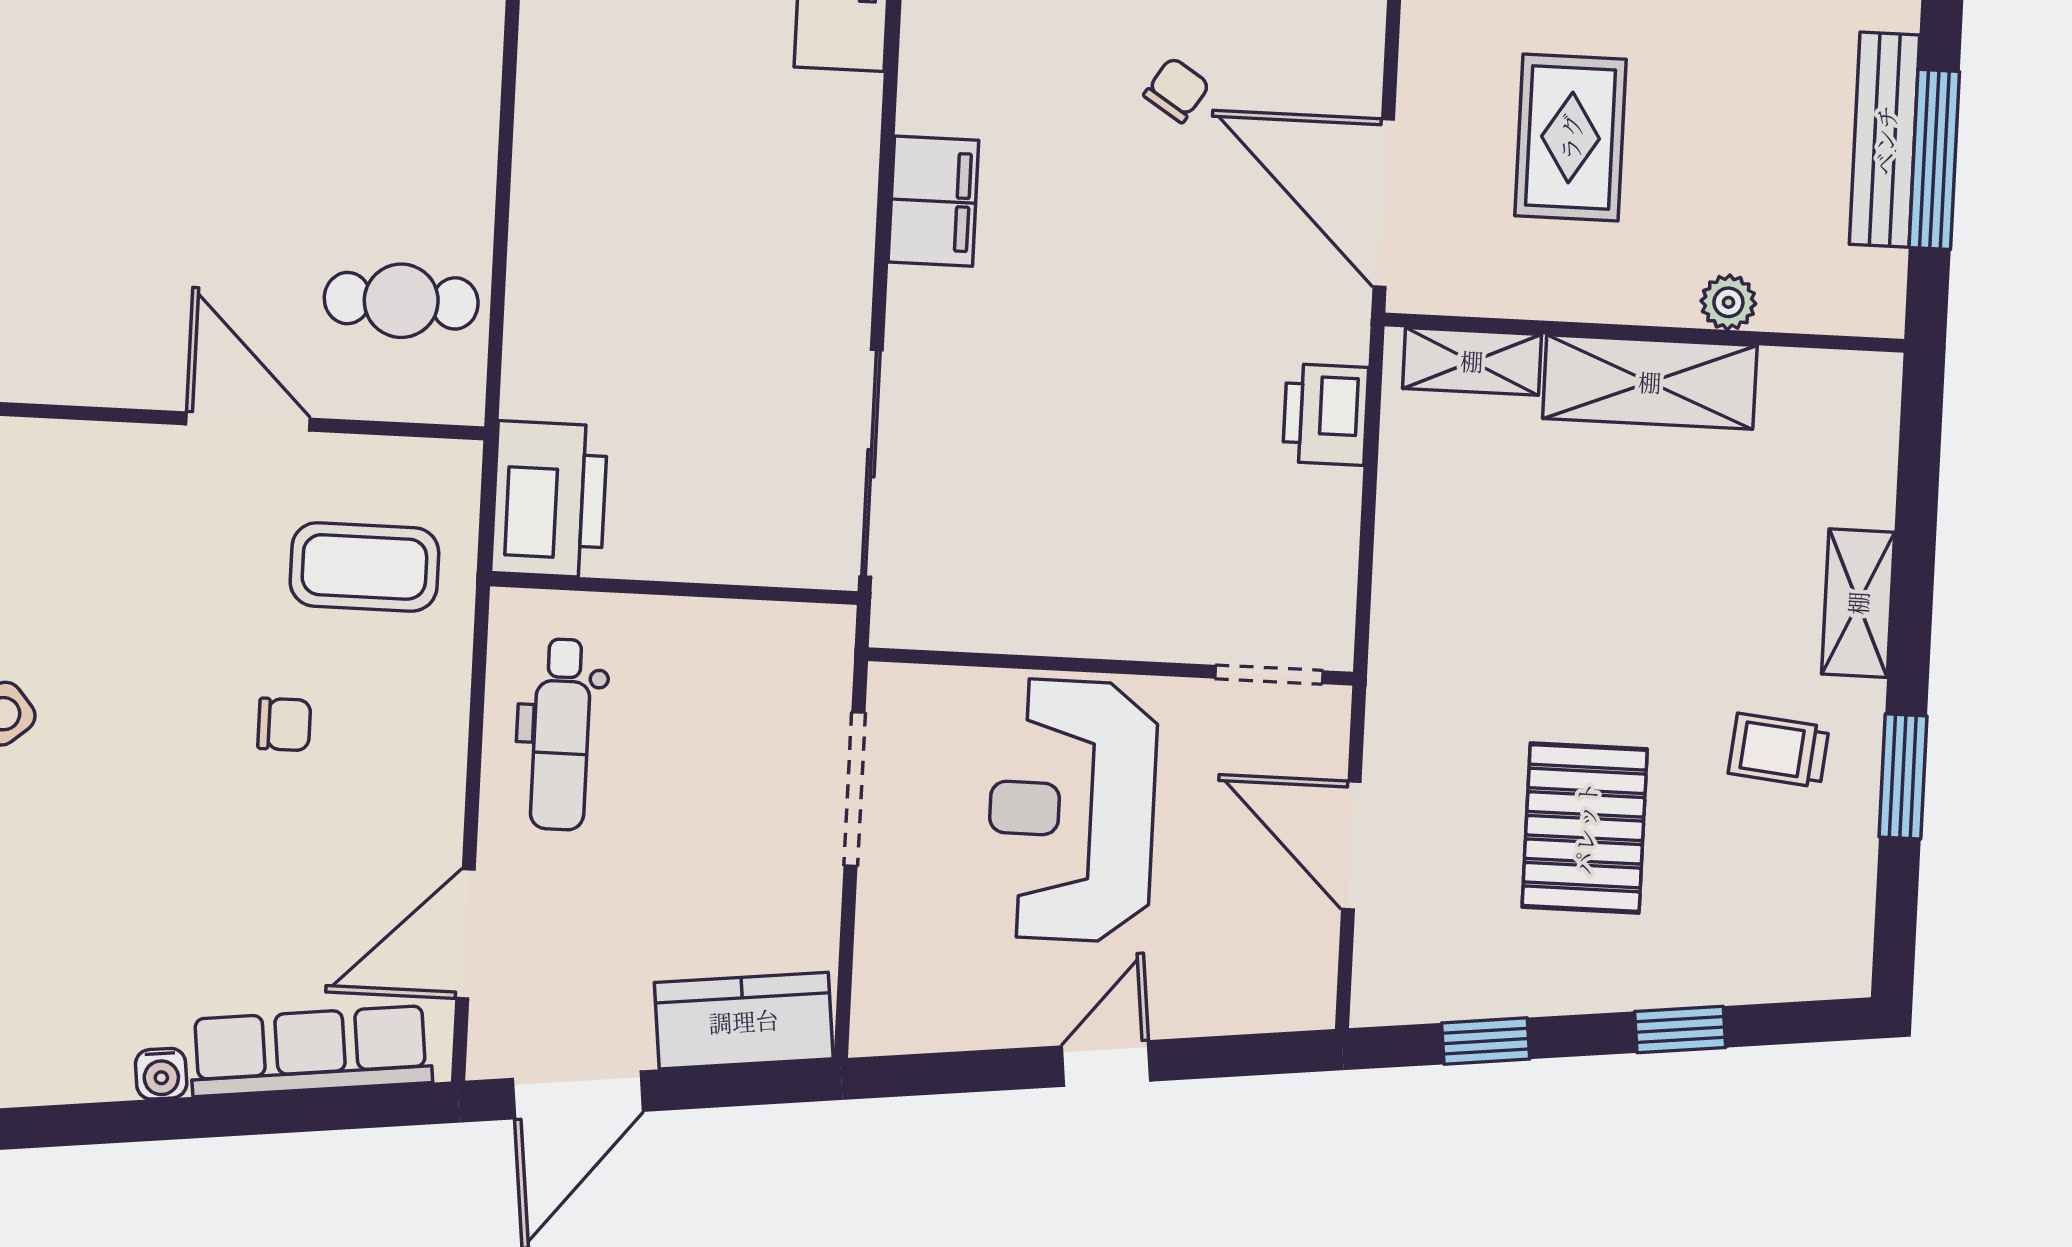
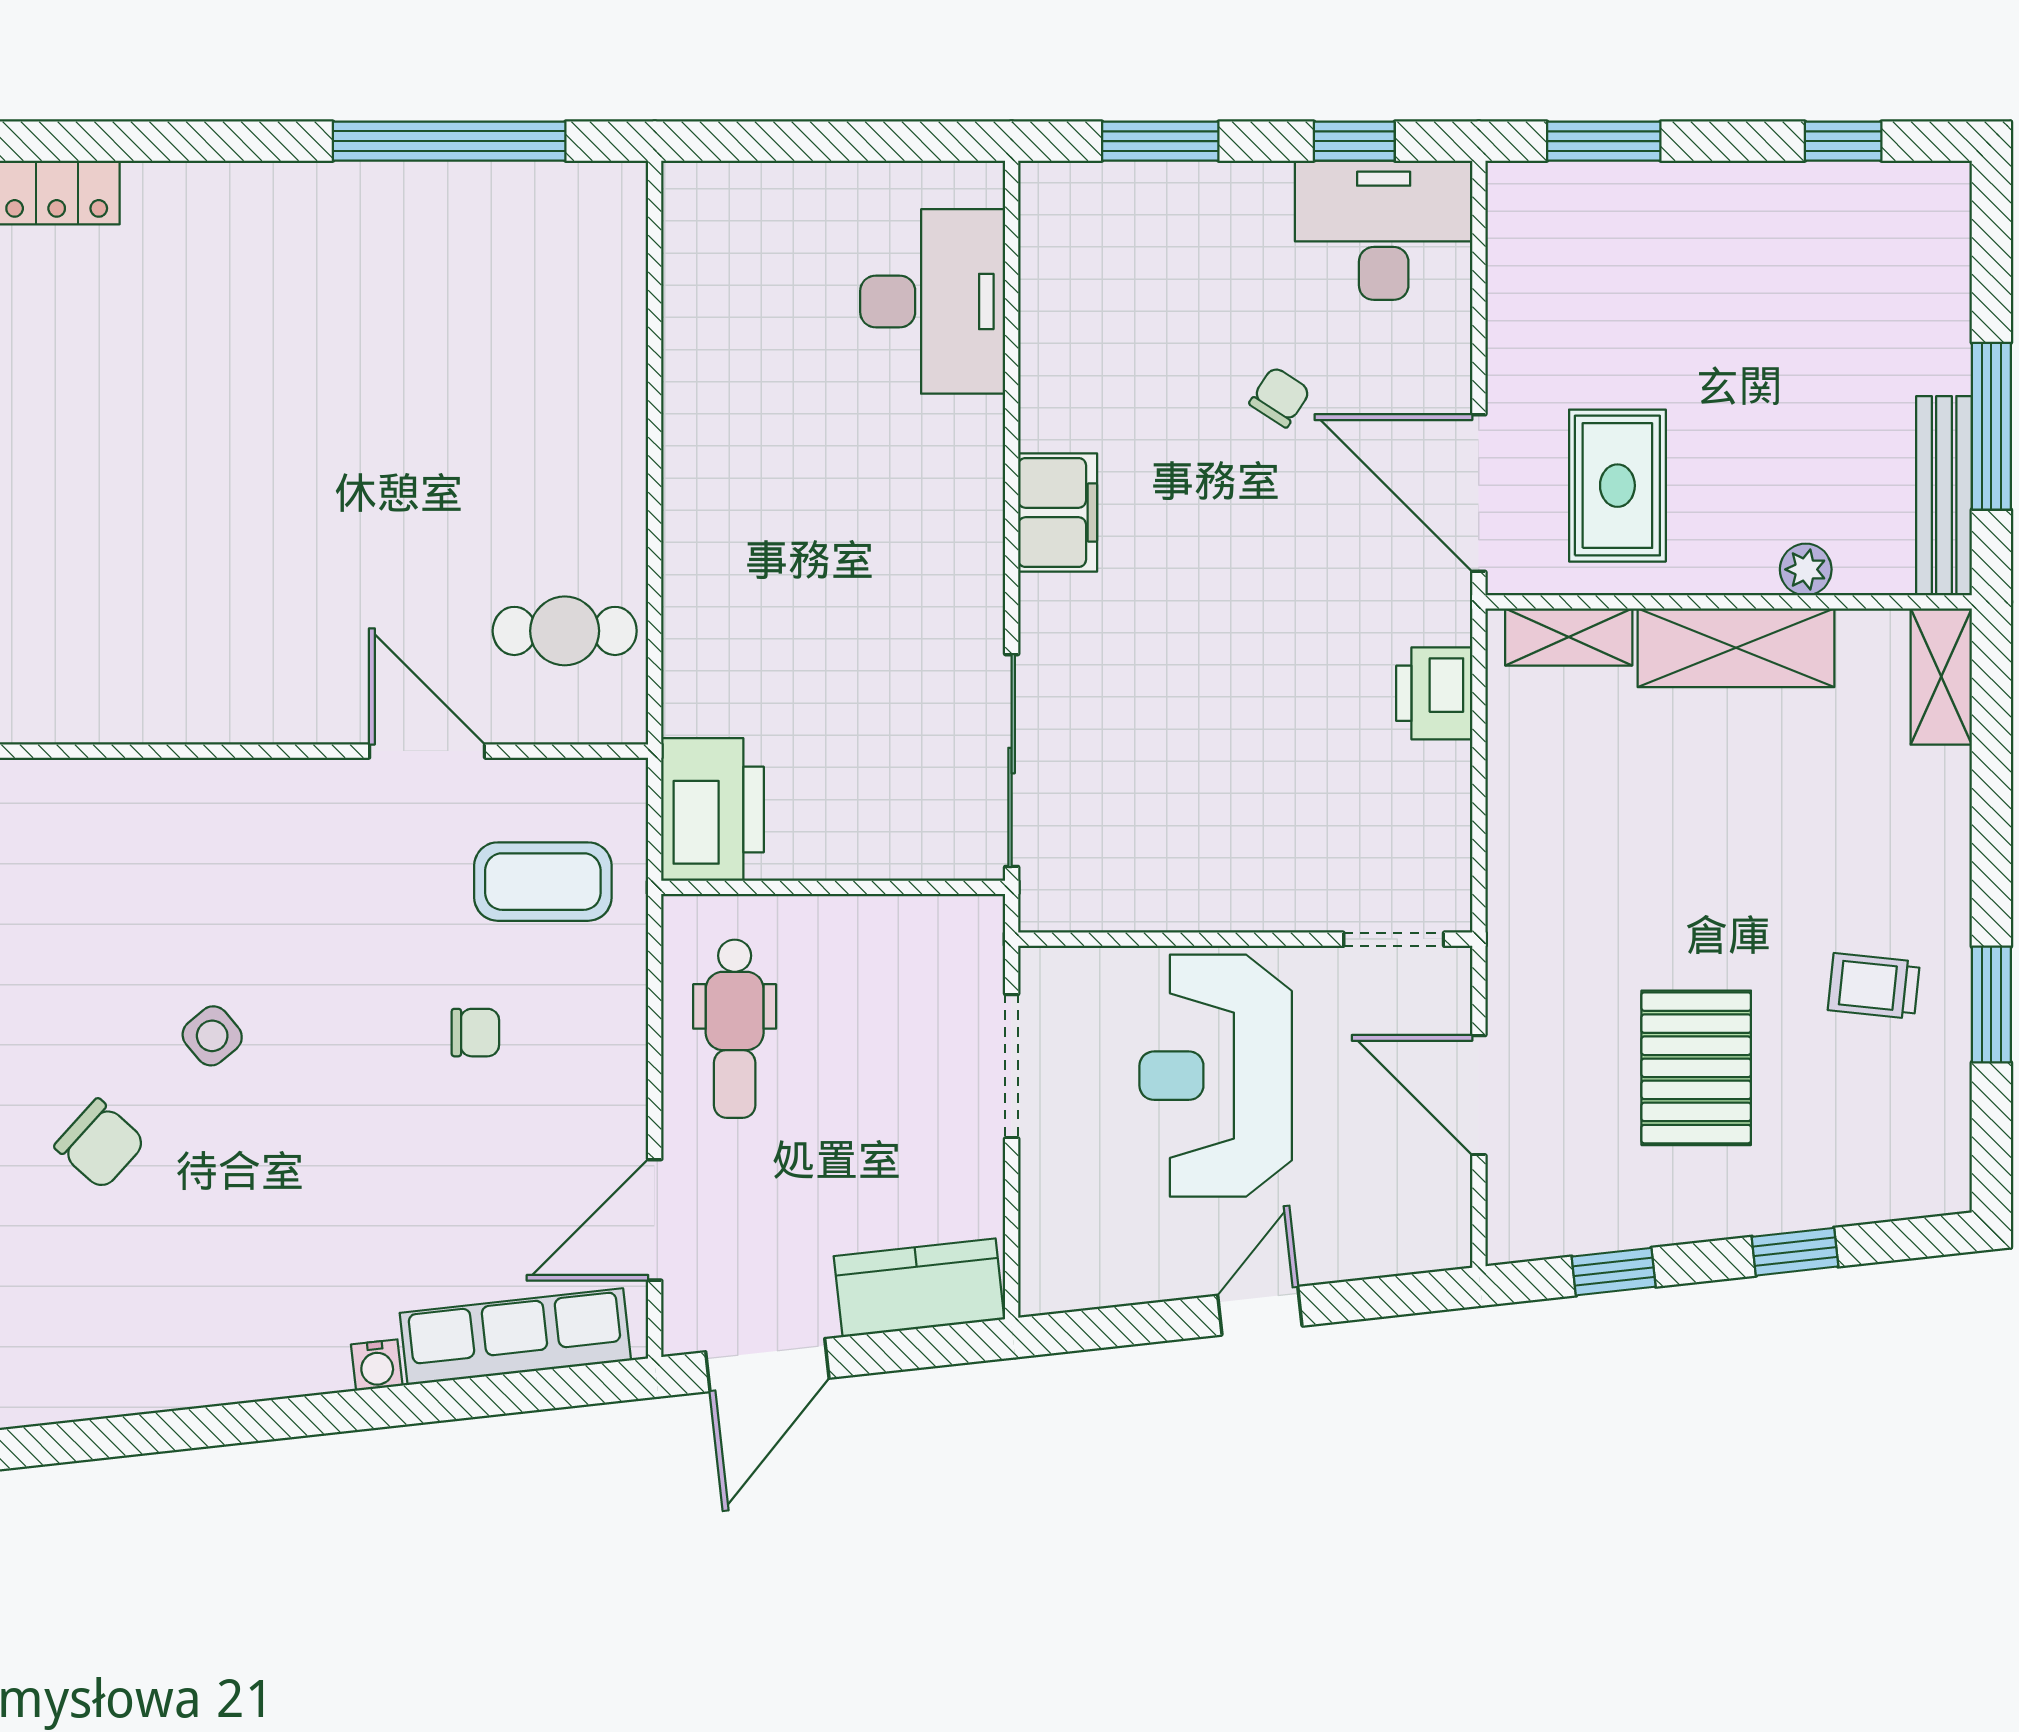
rug: (1571, 137) -> (1617, 486), moved
bench: (1885, 140) -> (1944, 496), moved
shelving: (1858, 603) -> (1941, 676), moved

